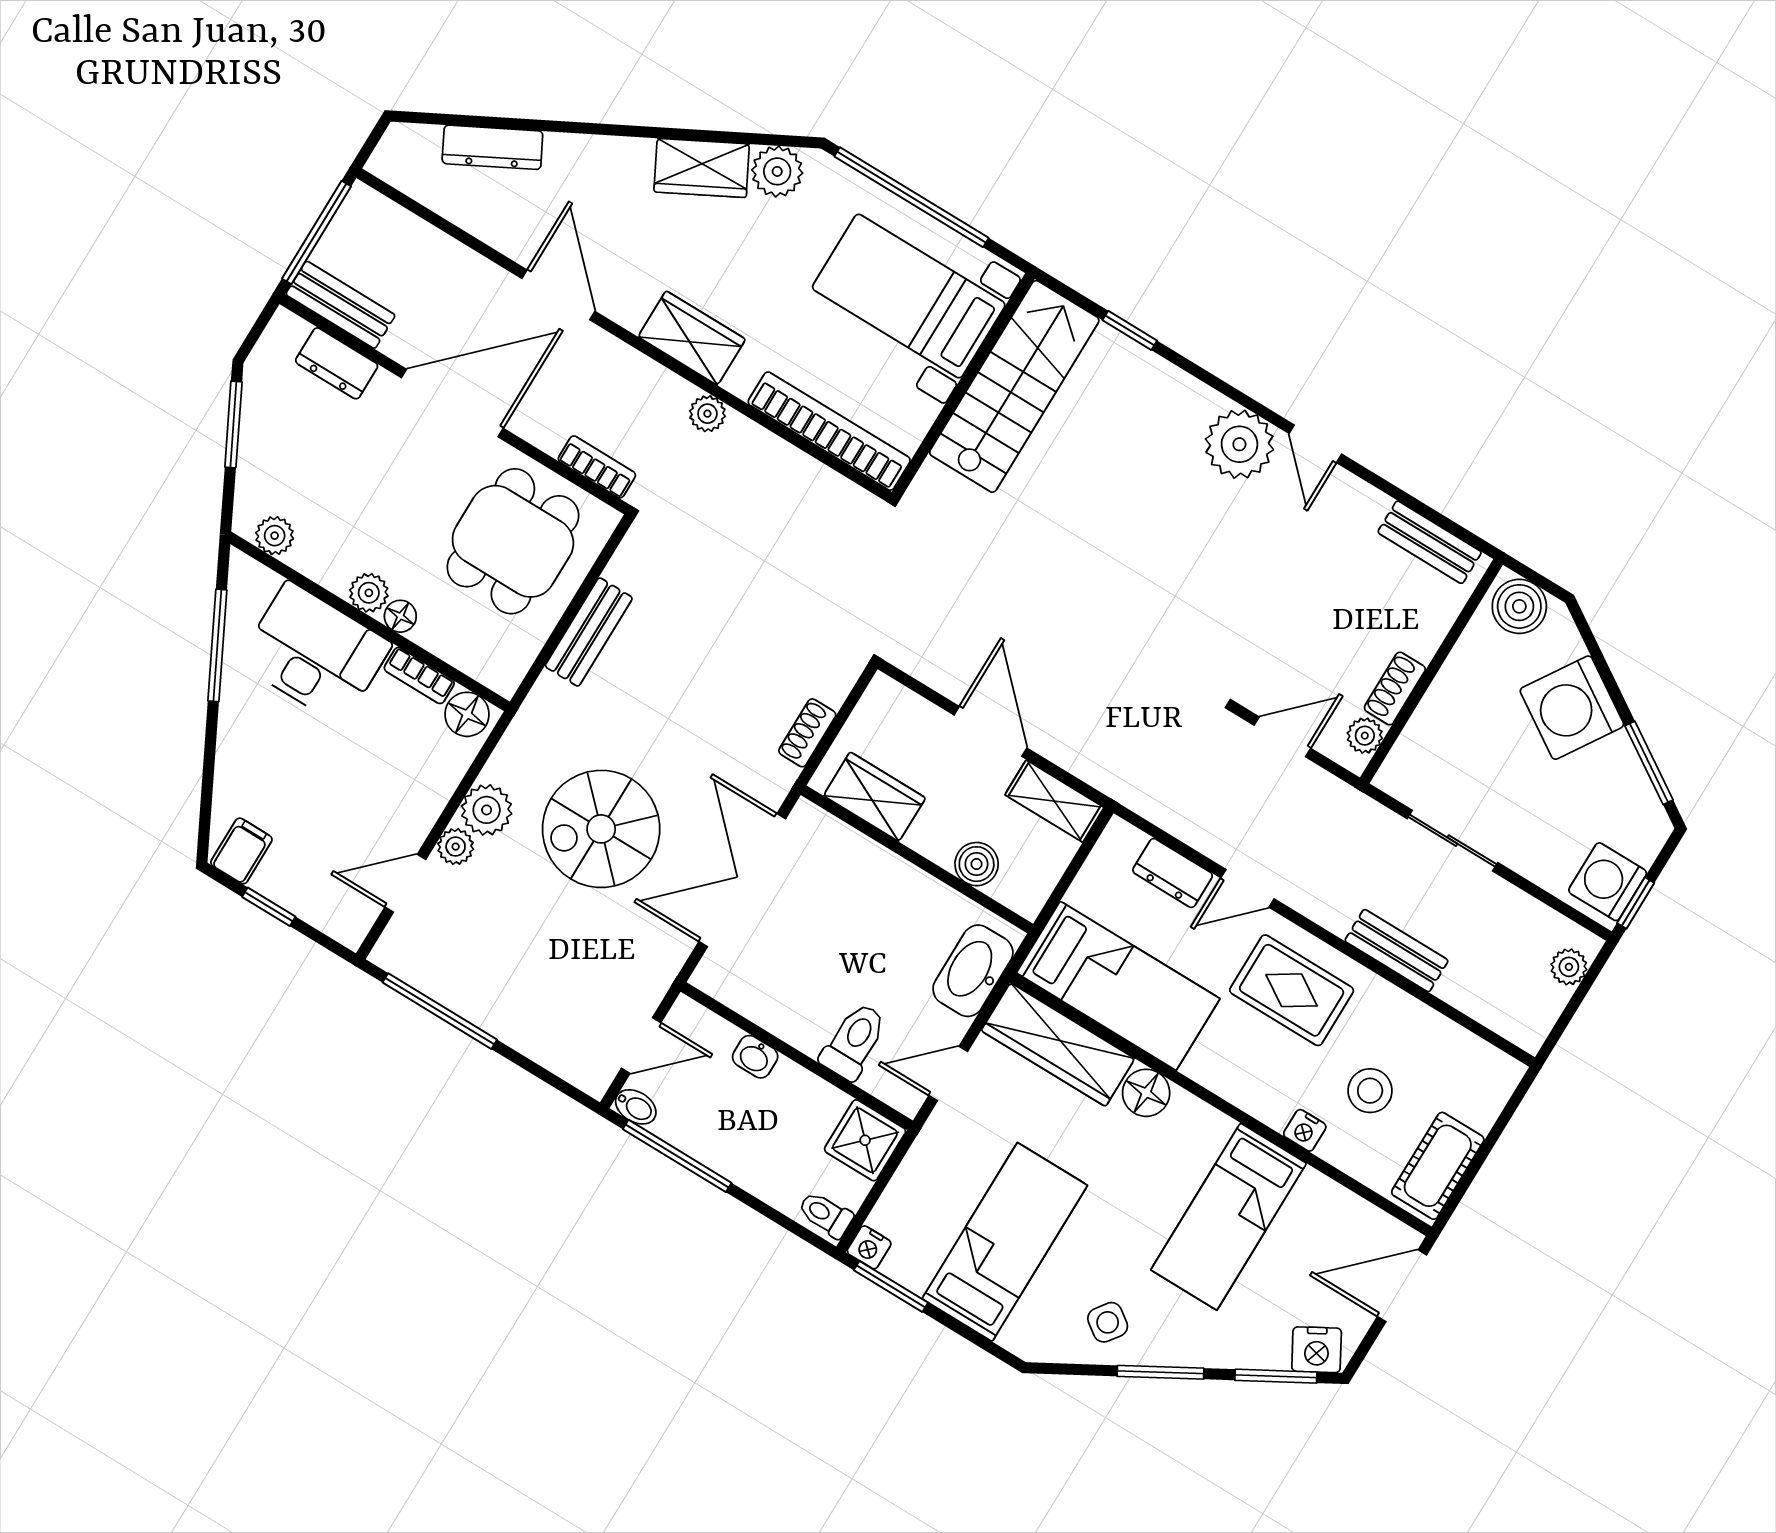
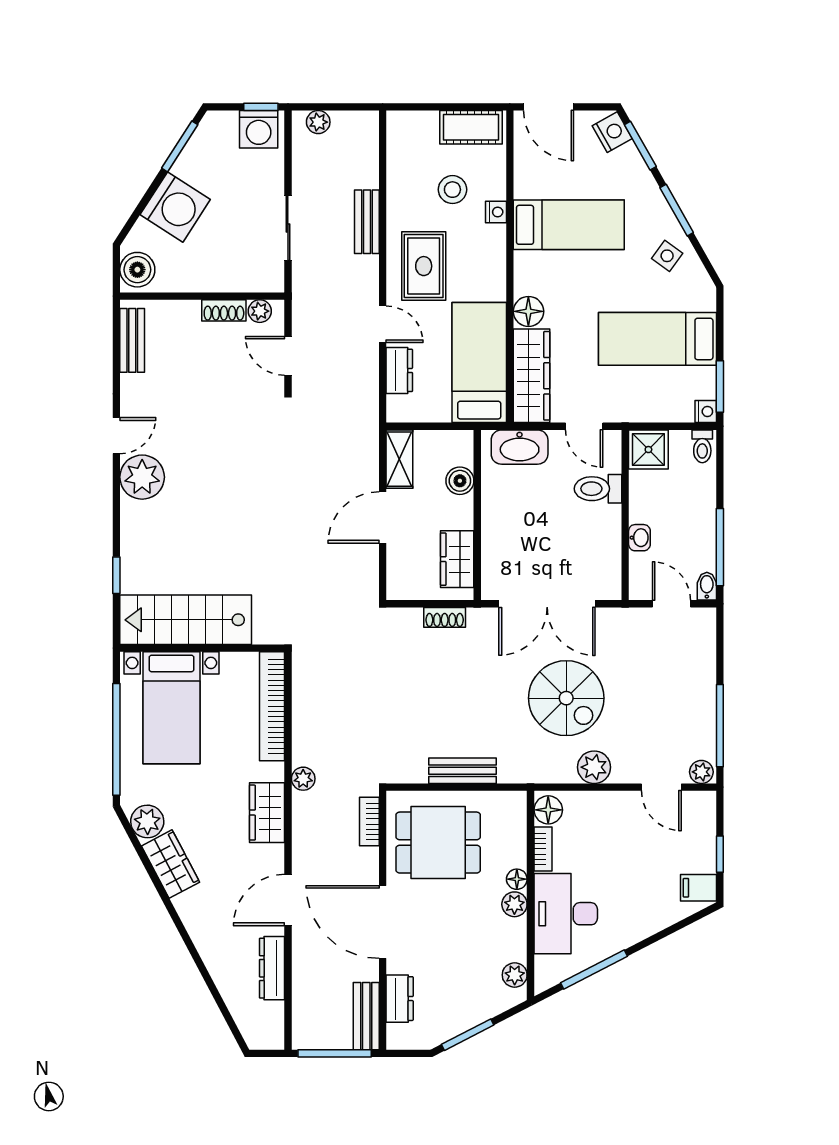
dresser: (492, 147) -> (272, 968), moved, turned -152
plant: (456, 847) -> (701, 772), moved

